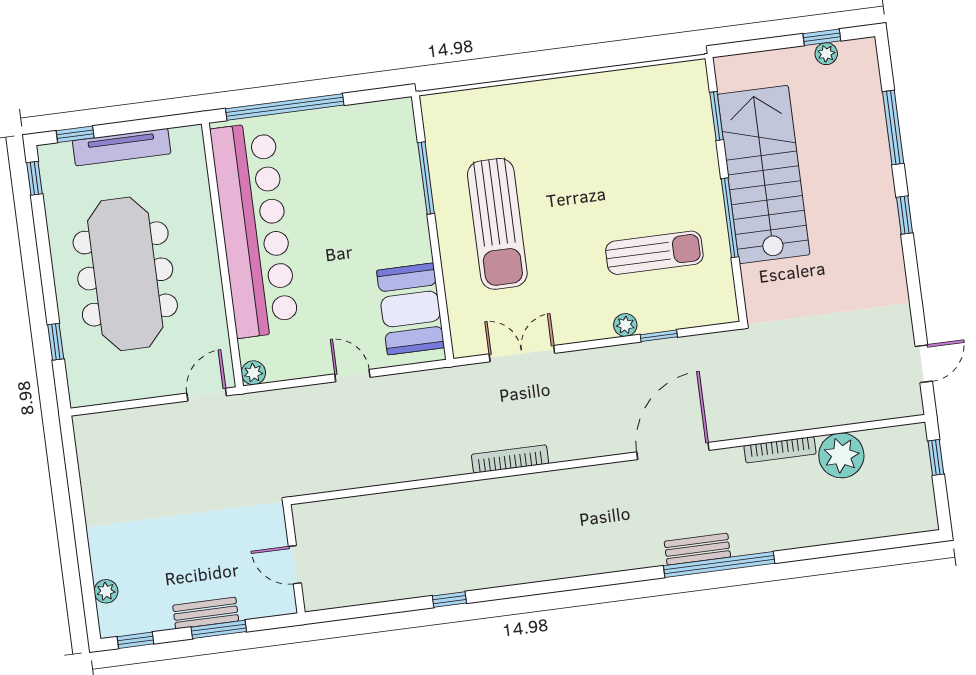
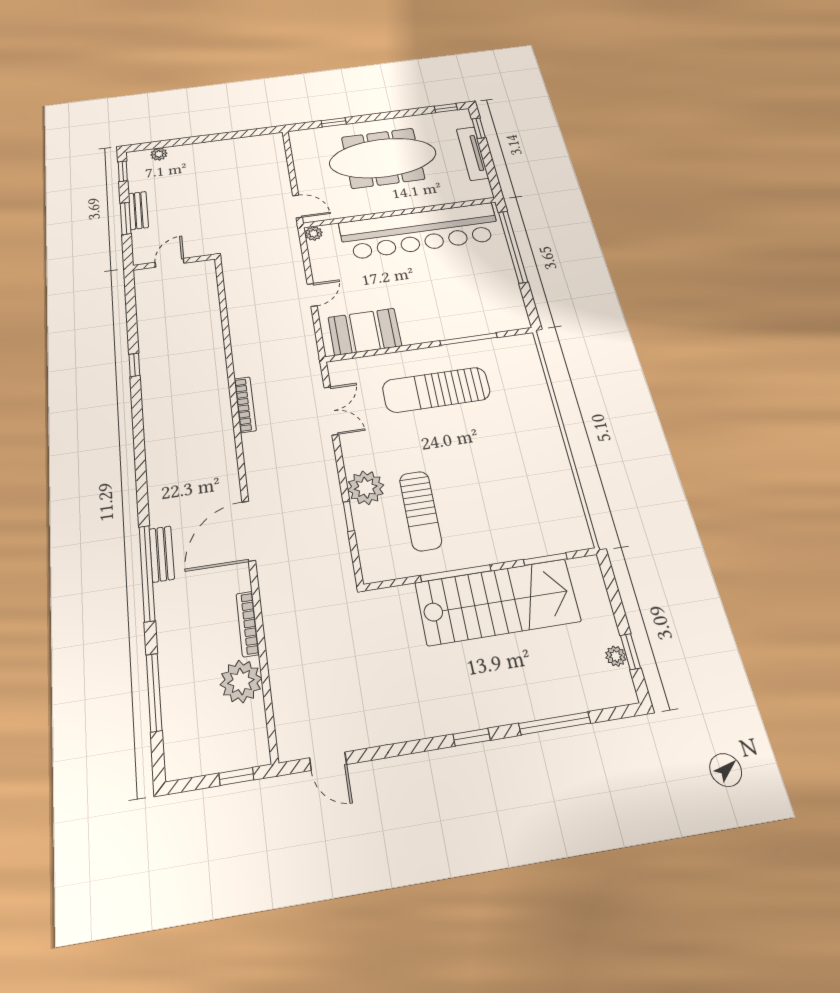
plant: (625, 325) -> (366, 488), width x1.87, depth x1.87
door: (673, 451) -> (249, 531), swing flipped
window: (850, 547) -> (154, 692), added

